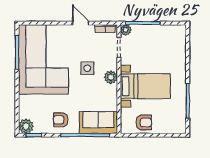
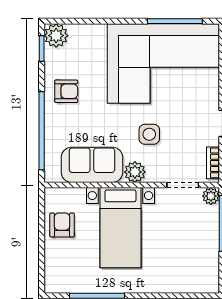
armchair: (61, 120) -> (66, 91), turned 90
armchair: (144, 122) -> (62, 225), turned 180
sofa: (98, 123) -> (92, 165), moved, turned -90

